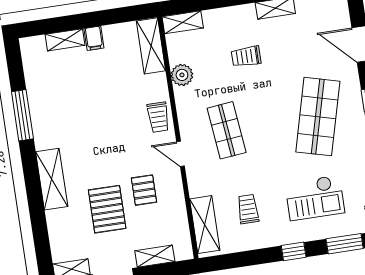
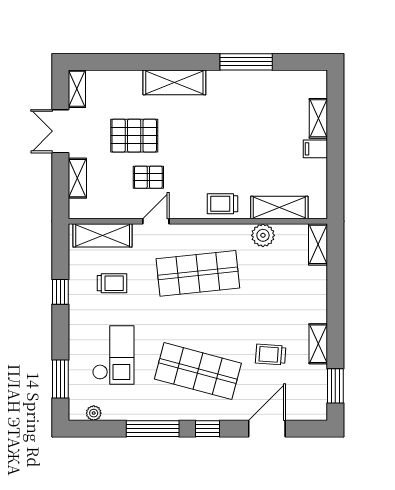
shelving: (151, 46) -> (279, 207), moved
trolley: (246, 56) -> (271, 355), moved, turned -86
shop shelf: (227, 130) -> (198, 273), width x1.43, depth x1.36
door: (180, 154) -> (156, 221), moved
checkout: (315, 198) -> (113, 355), turned 180
window: (294, 251) -> (60, 292), moved

